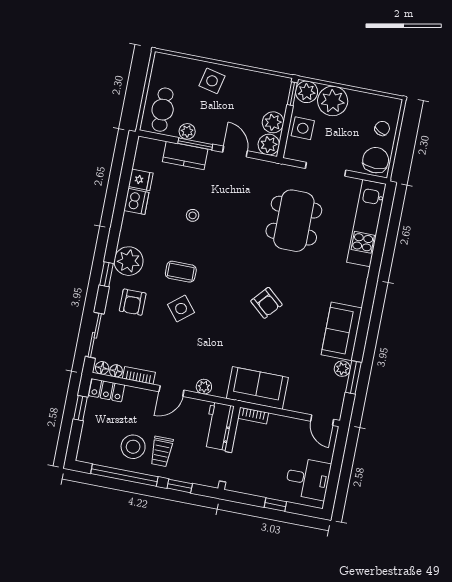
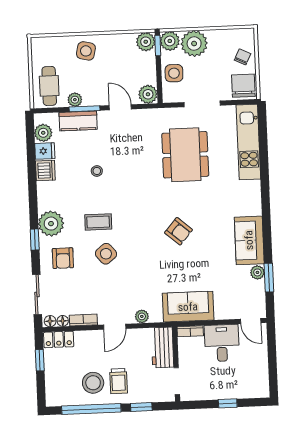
plant: (273, 122) -> (146, 42), moved
plant: (144, 159) -> (43, 133), added
desk: (308, 479) -> (222, 343), moved, turned -90

